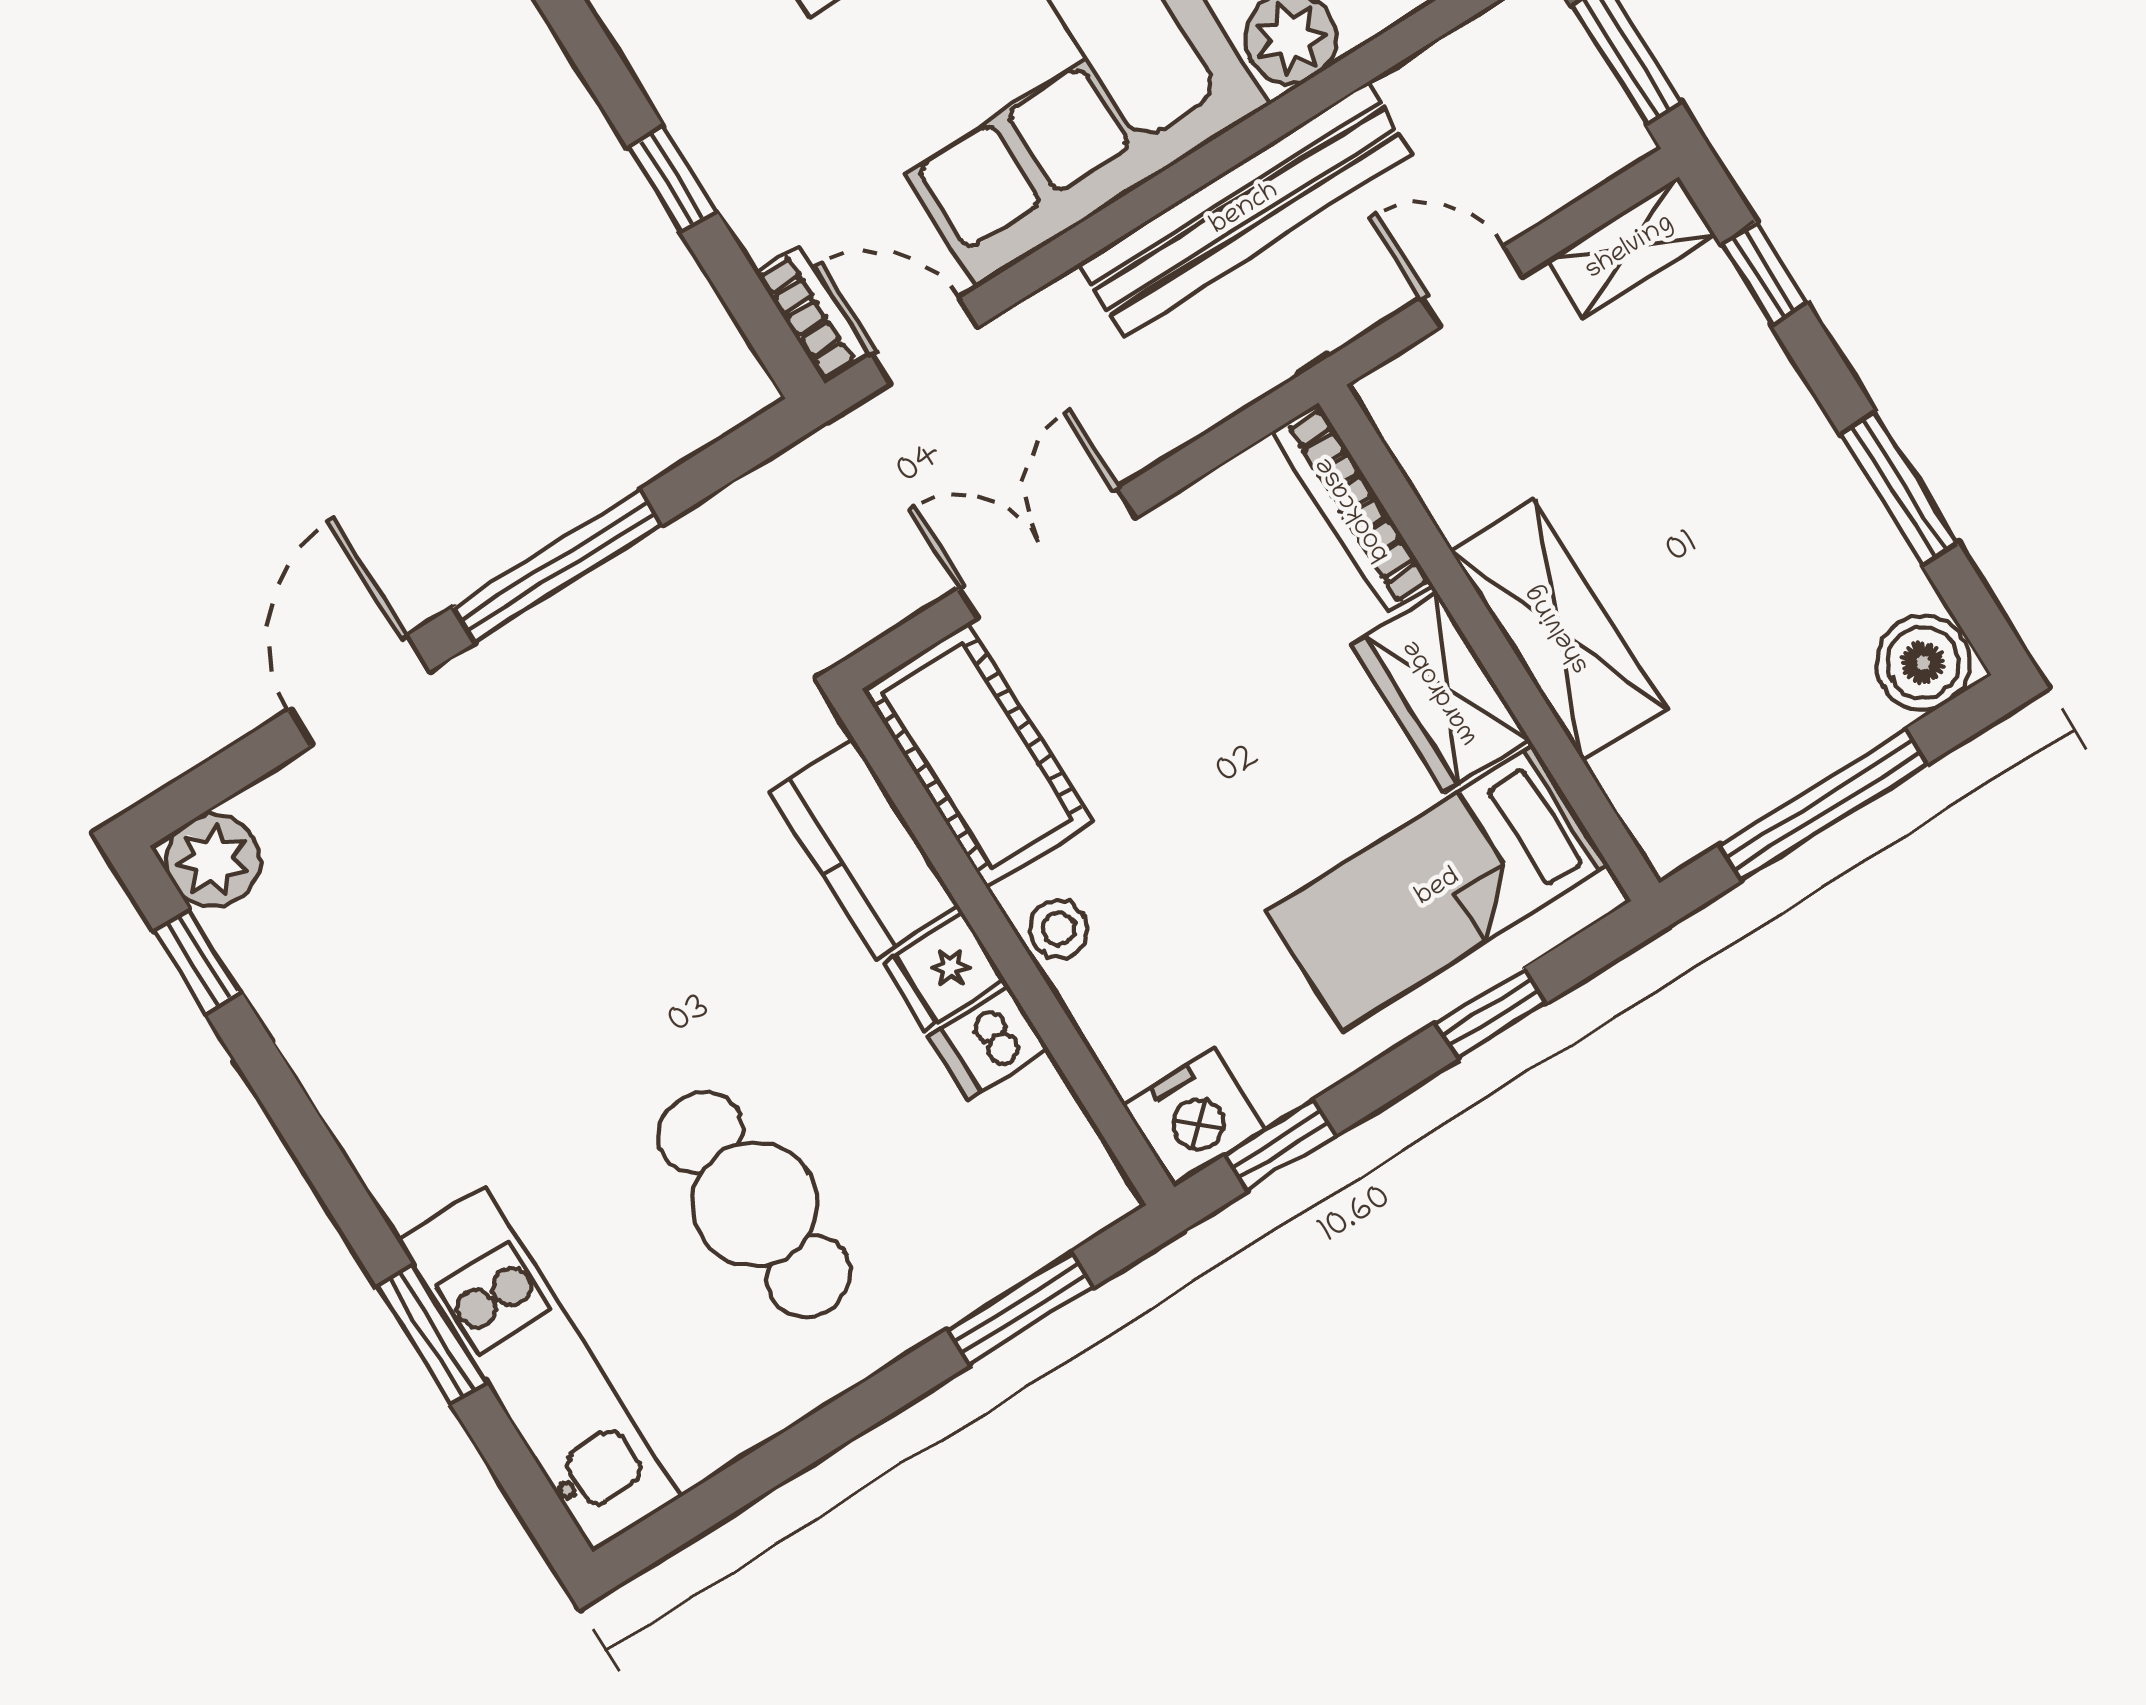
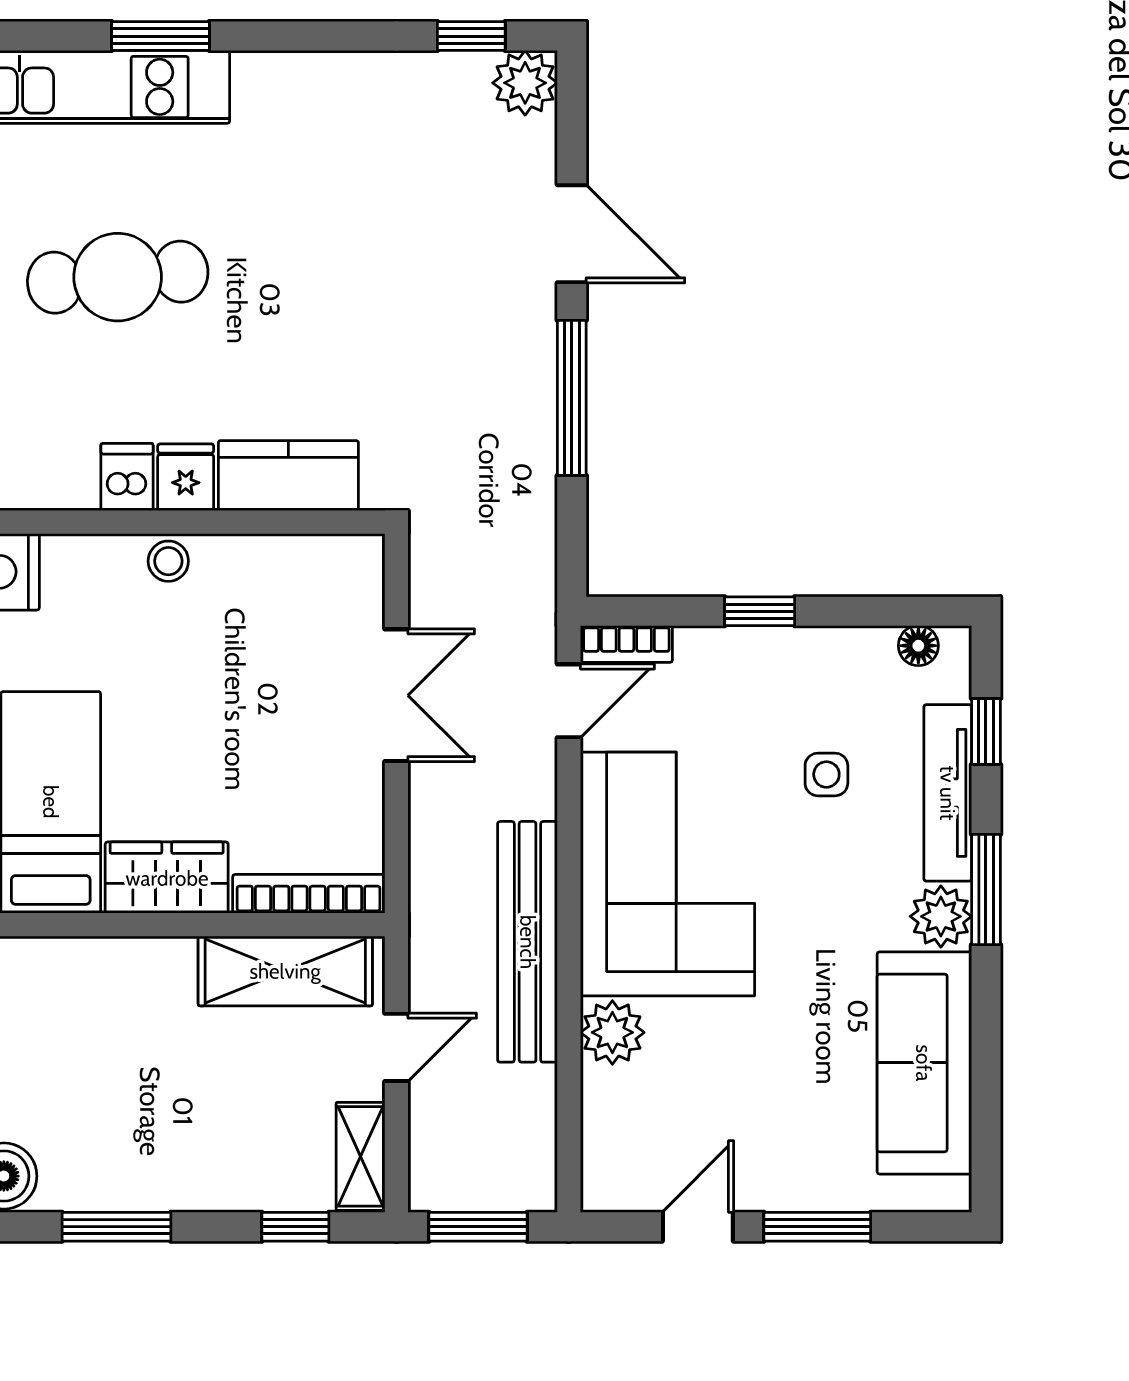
shelving: (1558, 629) -> (285, 971), moved
cot: (977, 755) -> (302, 578), removed

